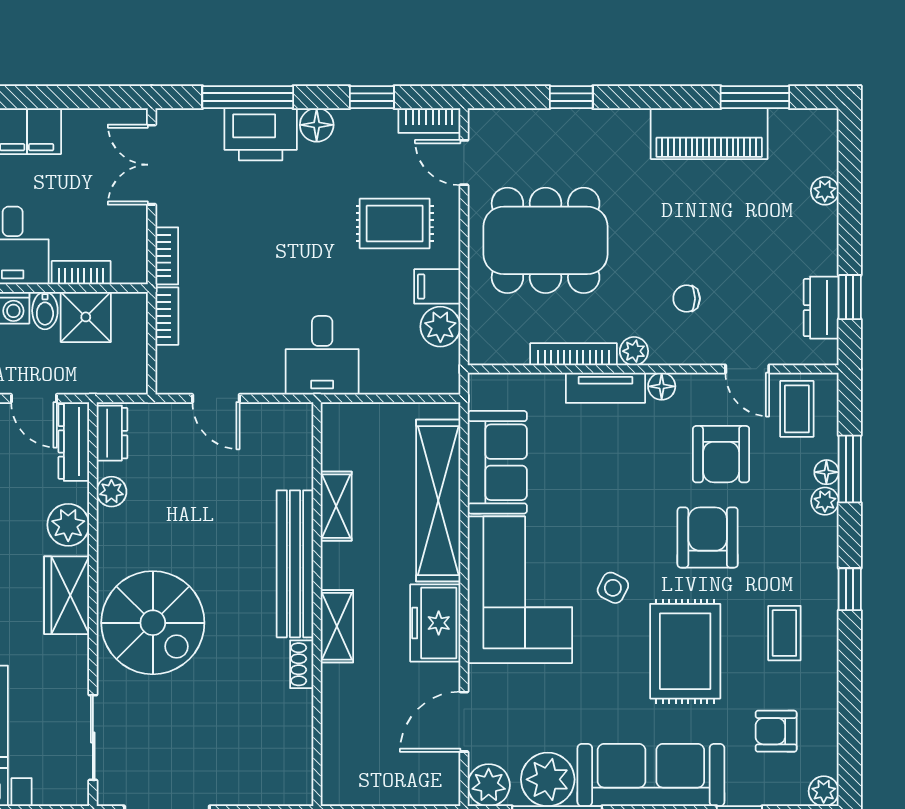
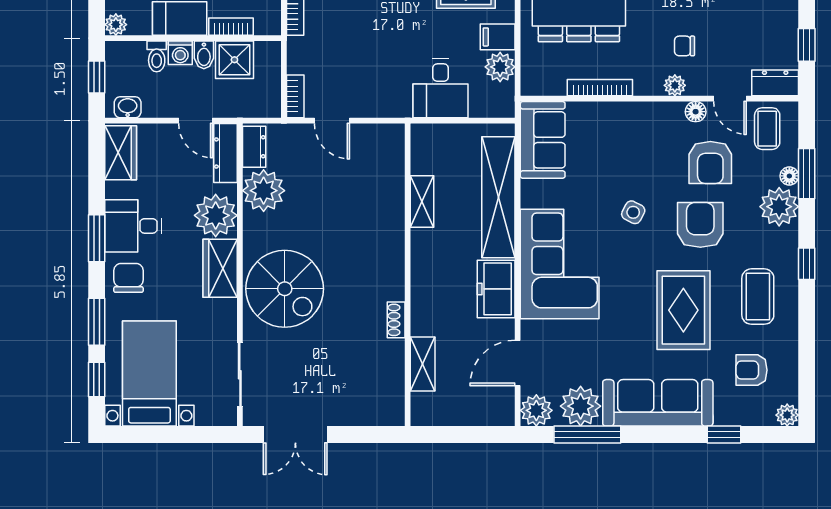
dresser: (821, 308) -> (775, 83), moved, turned 90
bookcase: (167, 316) -> (295, 96), moved
plant: (634, 351) -> (675, 85), moved
desk: (322, 355) -> (441, 88), moved
floor lamp: (662, 386) -> (696, 112), moved
tv unit: (605, 388) -> (624, 113), removed
sofa: (497, 462) -> (543, 140), moved
plant: (111, 492) -> (264, 191), width x1.87, depth x1.87
plant: (825, 501) -> (779, 207), width x1.88, depth x1.88
plant: (68, 525) -> (216, 215), width x1.36, depth x1.36
bench: (295, 564) -> (391, 245), removed
side table: (613, 588) -> (633, 212), moved
shelving: (337, 626) -> (423, 364), moved
coffee table: (784, 633) -> (758, 297), width x1.36, depth x1.30

